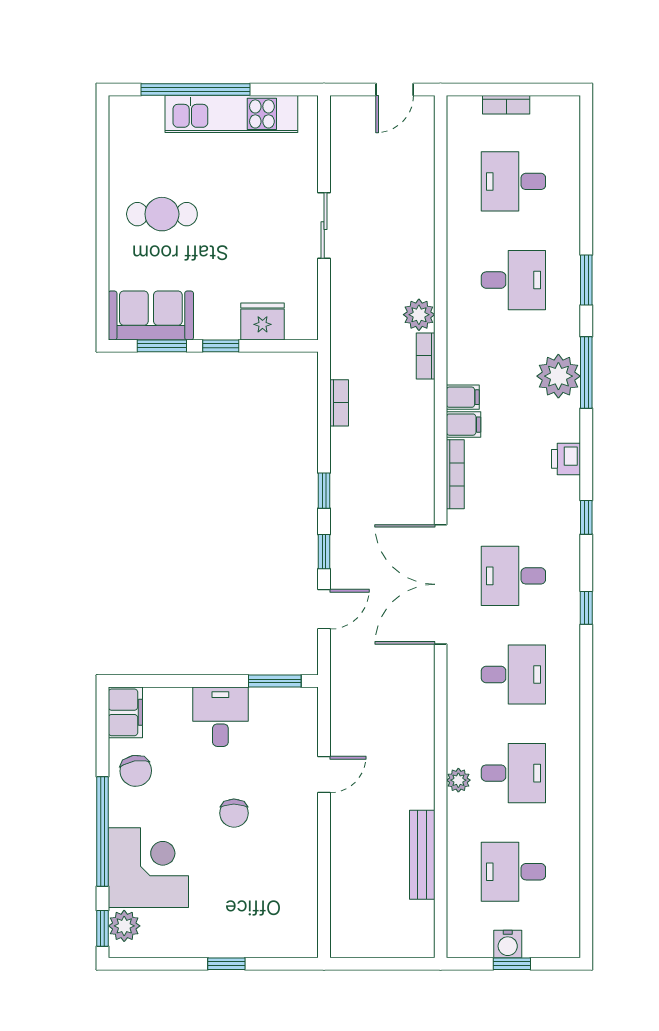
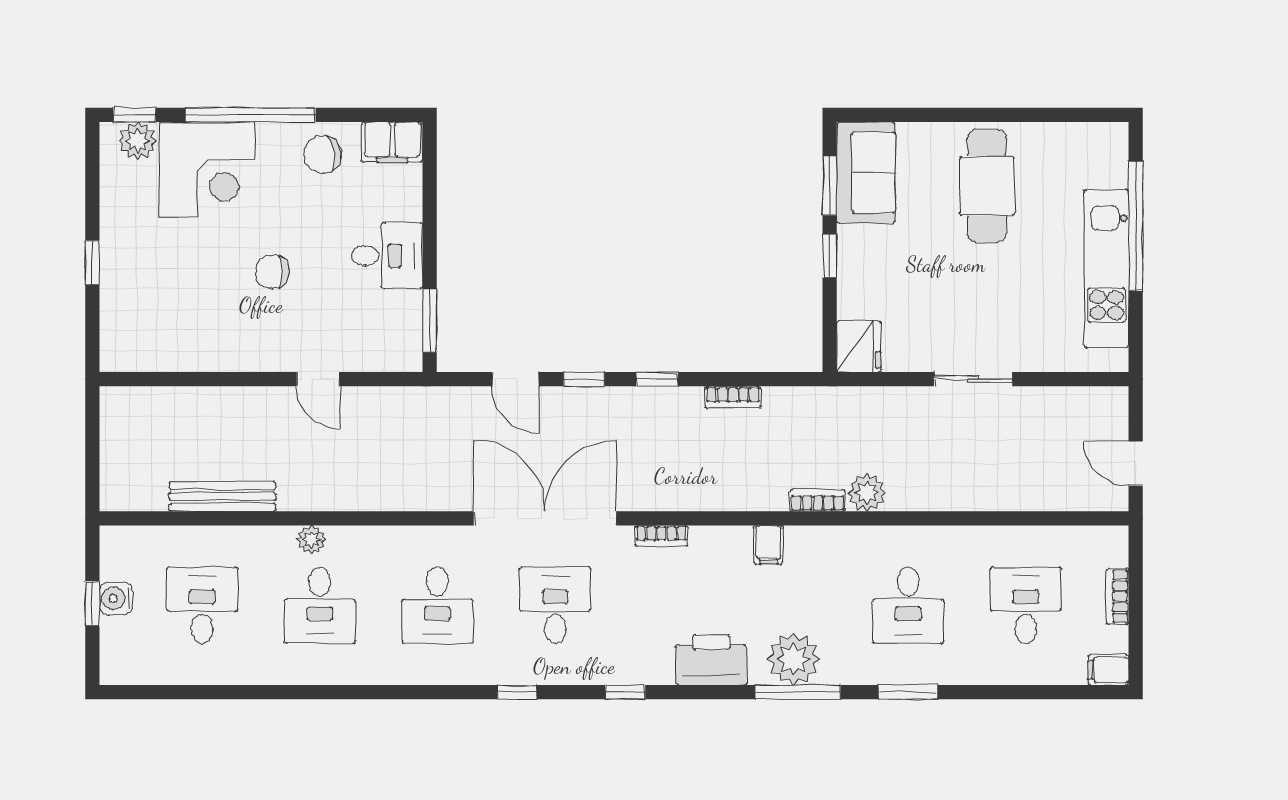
cafe table: (162, 214) -> (987, 186), width x1.37, depth x1.35
fridge: (263, 321) -> (859, 346), moved
bookcase: (339, 403) -> (733, 397), moved
filing cabinet: (464, 425) -> (1108, 670), moved, turned 90
printer: (566, 459) -> (711, 660), width x1.87, depth x1.48
bookcase: (455, 474) -> (661, 536), width x0.64

